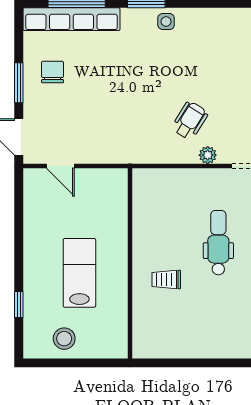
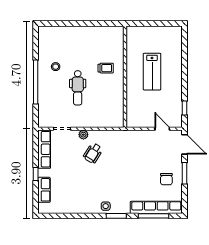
window: (19, 305) -> (184, 108), moved
stool: (64, 339) -> (160, 36), removed

